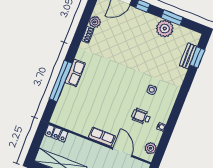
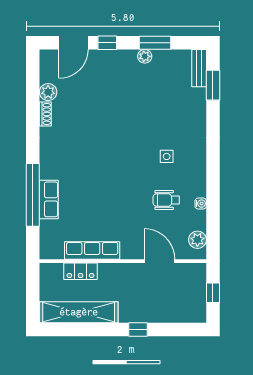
plant: (165, 29) -> (145, 56), width x0.53, depth x0.53
bench: (188, 56) -> (199, 68), moved
row of seats: (75, 73) -> (49, 199), moved
locker: (57, 133) -> (81, 271), moved
row of seats: (102, 137) -> (92, 251), moved, width x1.48

